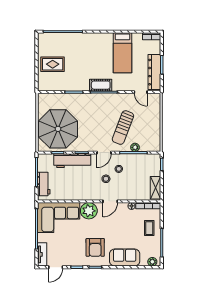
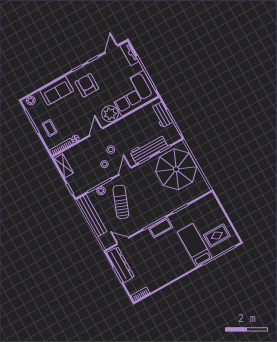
bed: (123, 53) -> (195, 245), moved
rug: (53, 64) -> (217, 235), moved
bench: (155, 130) -> (92, 215), added

